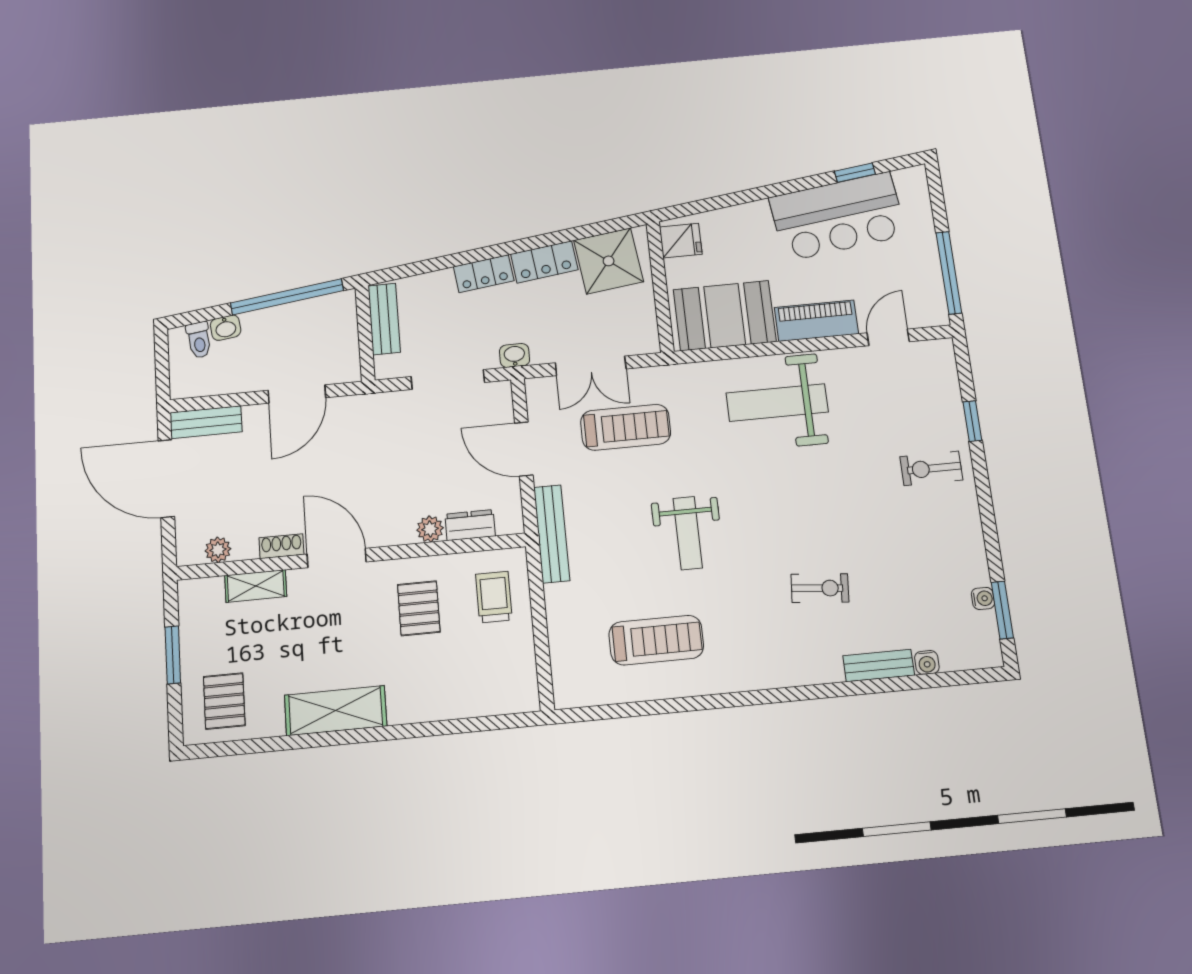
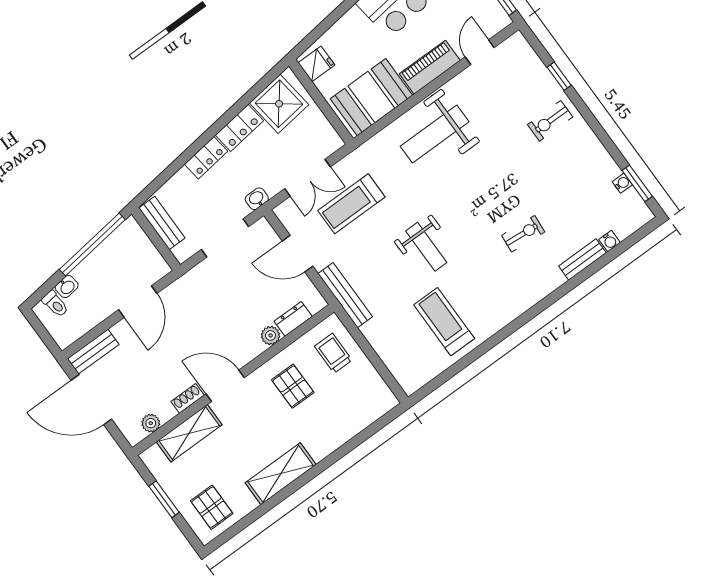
treadmill: (626, 427) -> (351, 204), turned 180
shelving: (256, 586) -> (189, 433), width x1.50, depth x1.33
treadmill: (656, 640) -> (444, 322), turned -90

